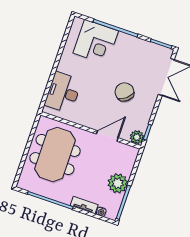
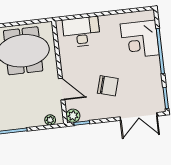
chair: (124, 92) -> (108, 86), turned 55
plant: (118, 183) -> (50, 120), moved, width x0.53, depth x0.53

